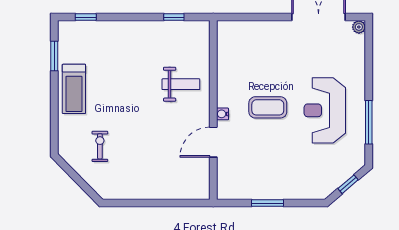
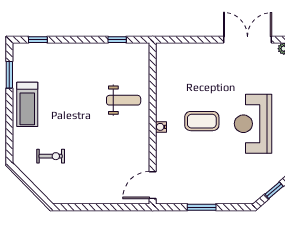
door: (213, 142) -> (153, 185), moved
exercise bike: (100, 146) -> (51, 156), turned 90

